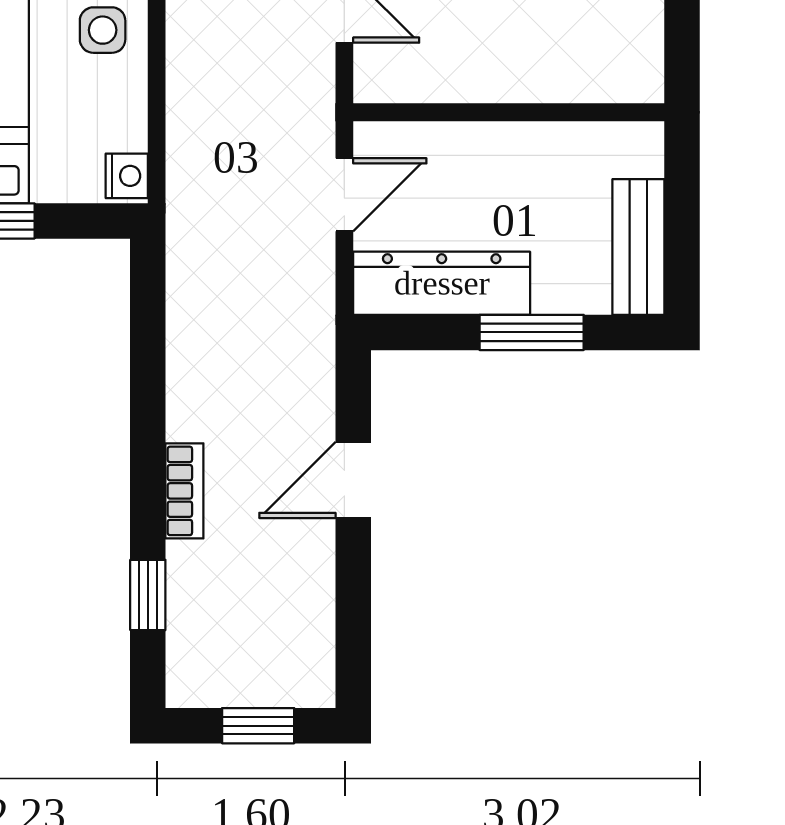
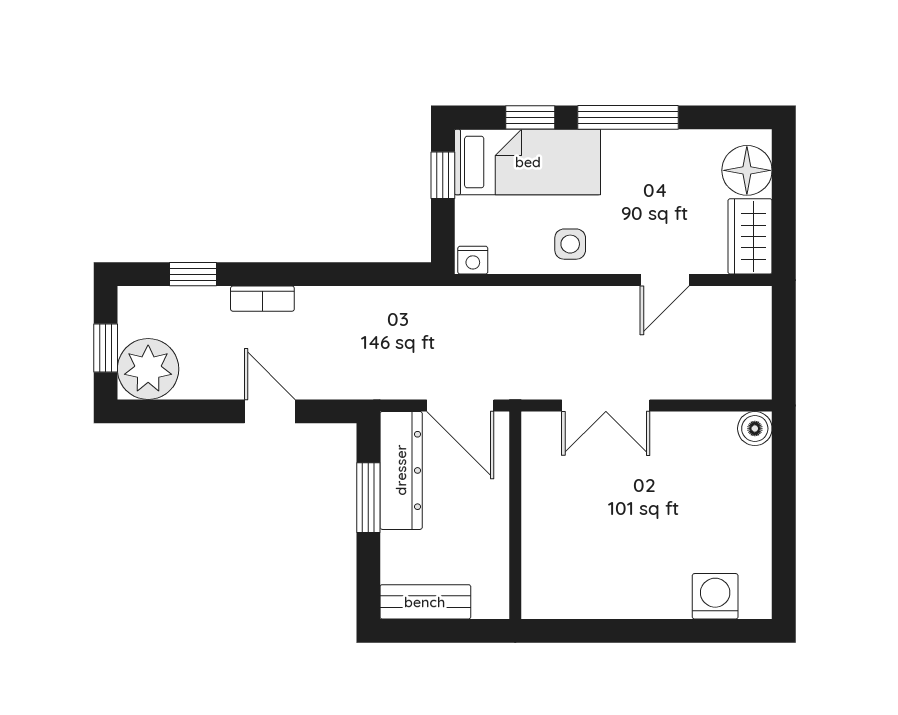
door: (344, 195) -> (460, 406), width x1.37
window: (532, 332) -> (368, 498), moved
plant: (290, 662) -> (148, 369), added

